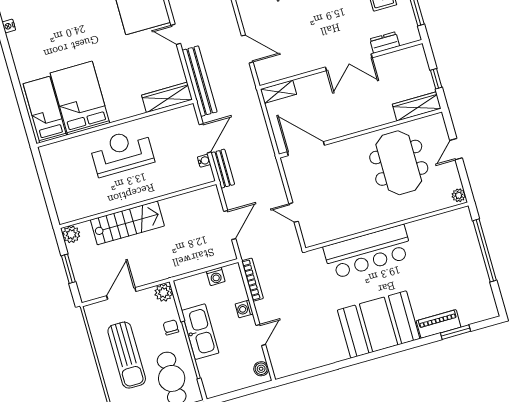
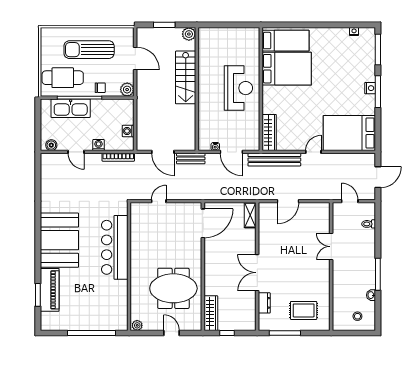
bench: (223, 169) -> (191, 158), moved
piano: (439, 324) -> (50, 290), width x1.37, depth x1.33
kitchen sink: (200, 332) -> (71, 108), moved

